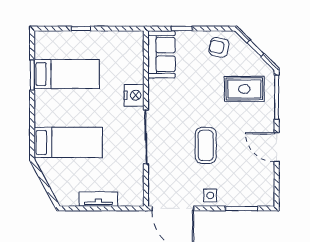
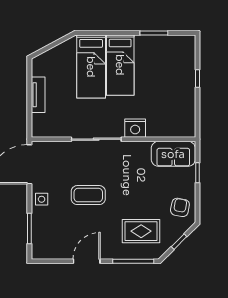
bed: (67, 74) -> (120, 65), moved
rug: (244, 89) -> (141, 231), turned 90

